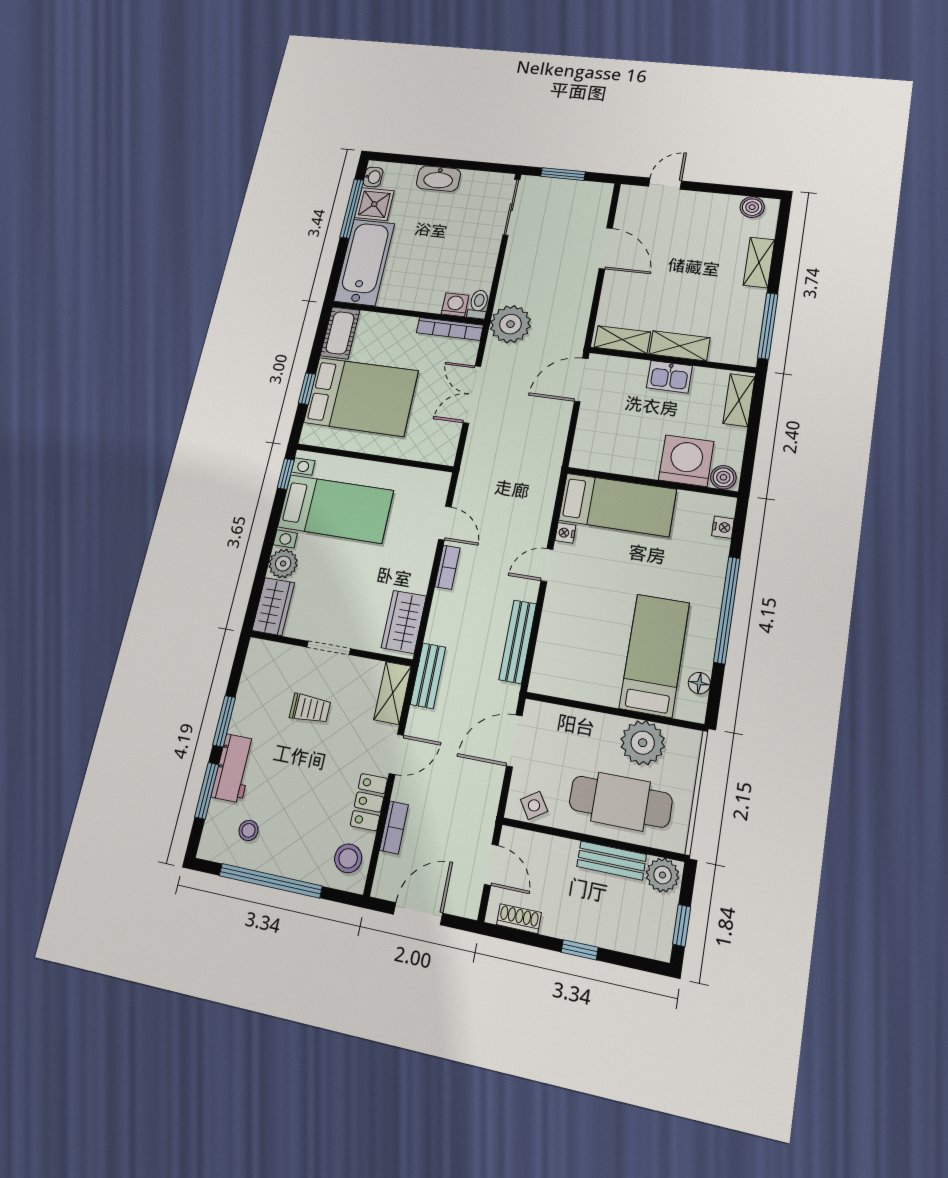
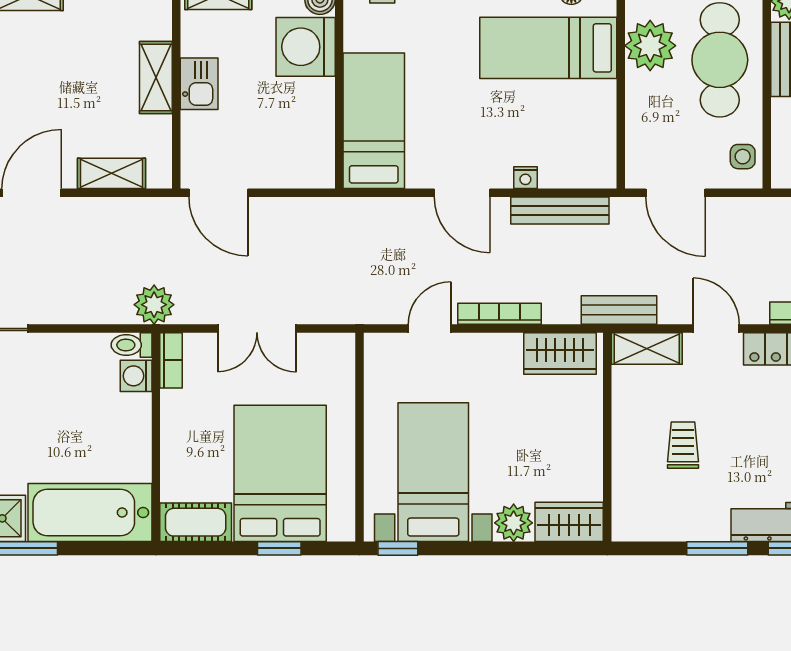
plant: (510, 324) -> (154, 305), width x0.73, depth x0.73
bookcase: (450, 329) -> (171, 360), width x0.64
shelving: (622, 340) -> (112, 173), moved, turned 90
nightstand: (565, 533) -> (525, 178), moved
door: (547, 565) -> (462, 193), width x1.38
bookcase: (447, 567) -> (499, 314), width x1.56
doorway: (329, 648) -> (607, 440), removed
side table: (534, 805) -> (743, 157), turned 33

